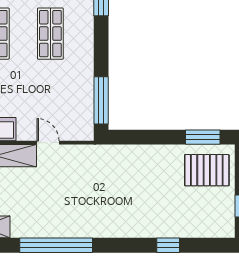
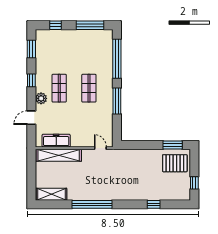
window: (101, 100) -> (117, 101), moved
door: (48, 143) -> (100, 148), moved

